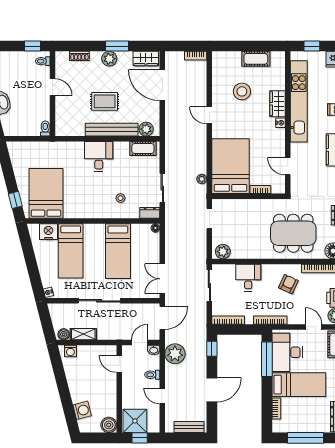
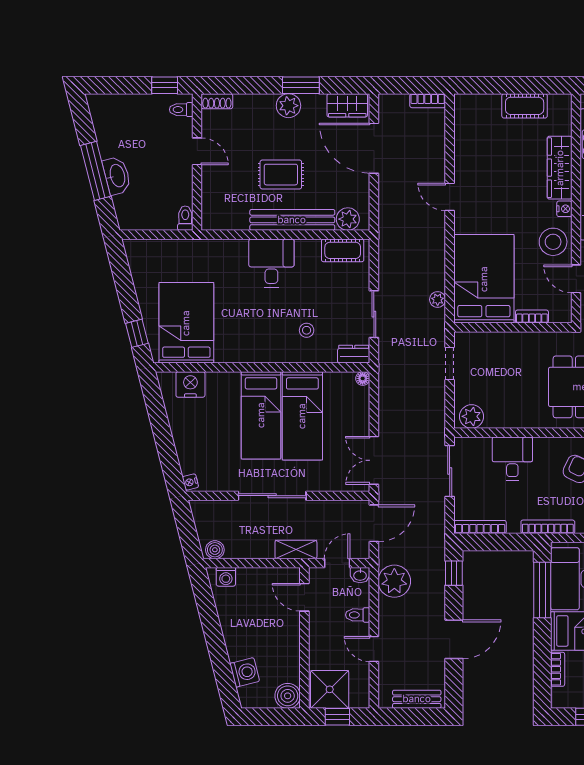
shoe rack: (79, 56) -> (217, 101), moved
stool: (242, 91) -> (553, 242), moved
wardrobe: (278, 104) -> (560, 168), width x1.50
bed: (71, 251) -> (261, 415), moved
shelving: (83, 334) -> (296, 550), moved

